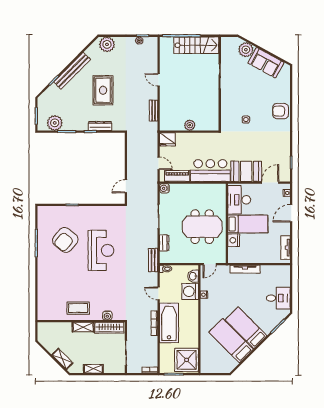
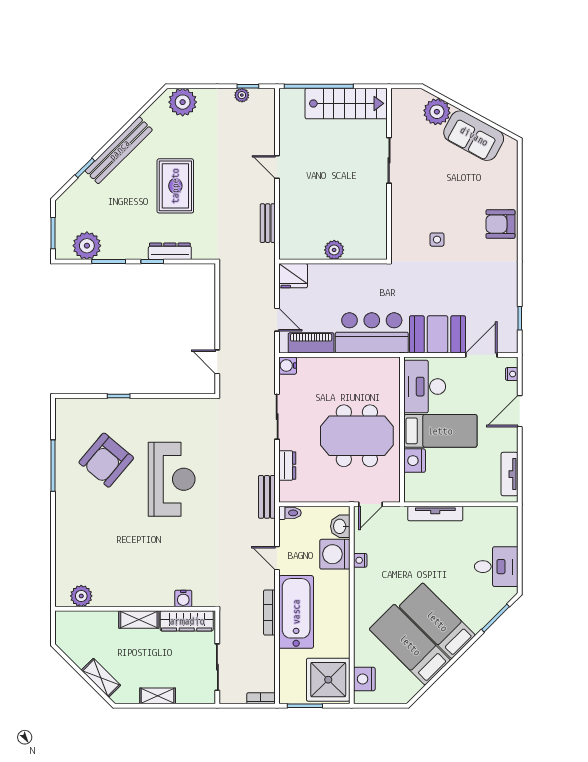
door: (126, 186) -> (217, 362), hinge flipped
coffee table: (78, 308) -> (130, 585), removed
plant: (52, 314) -> (81, 596), added
nightstand: (206, 360) -> (364, 679), added

